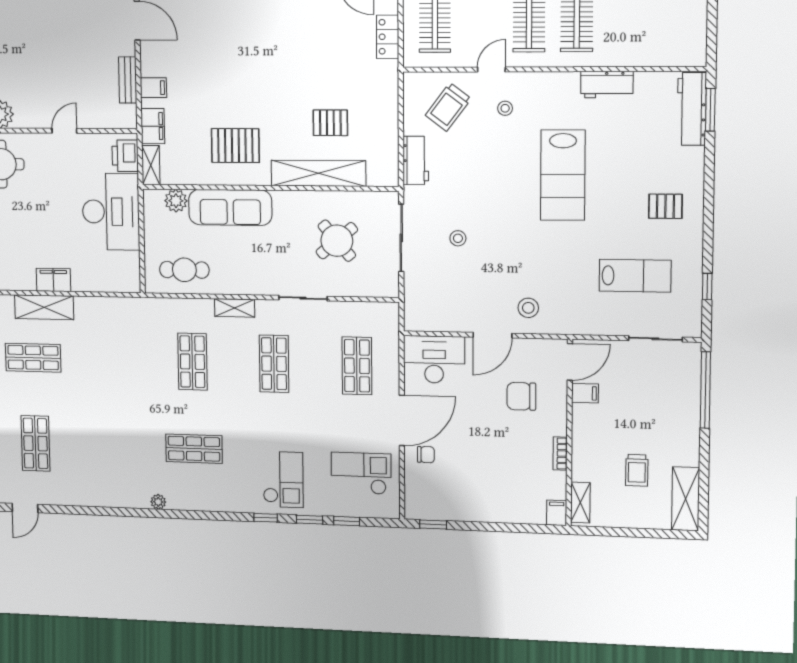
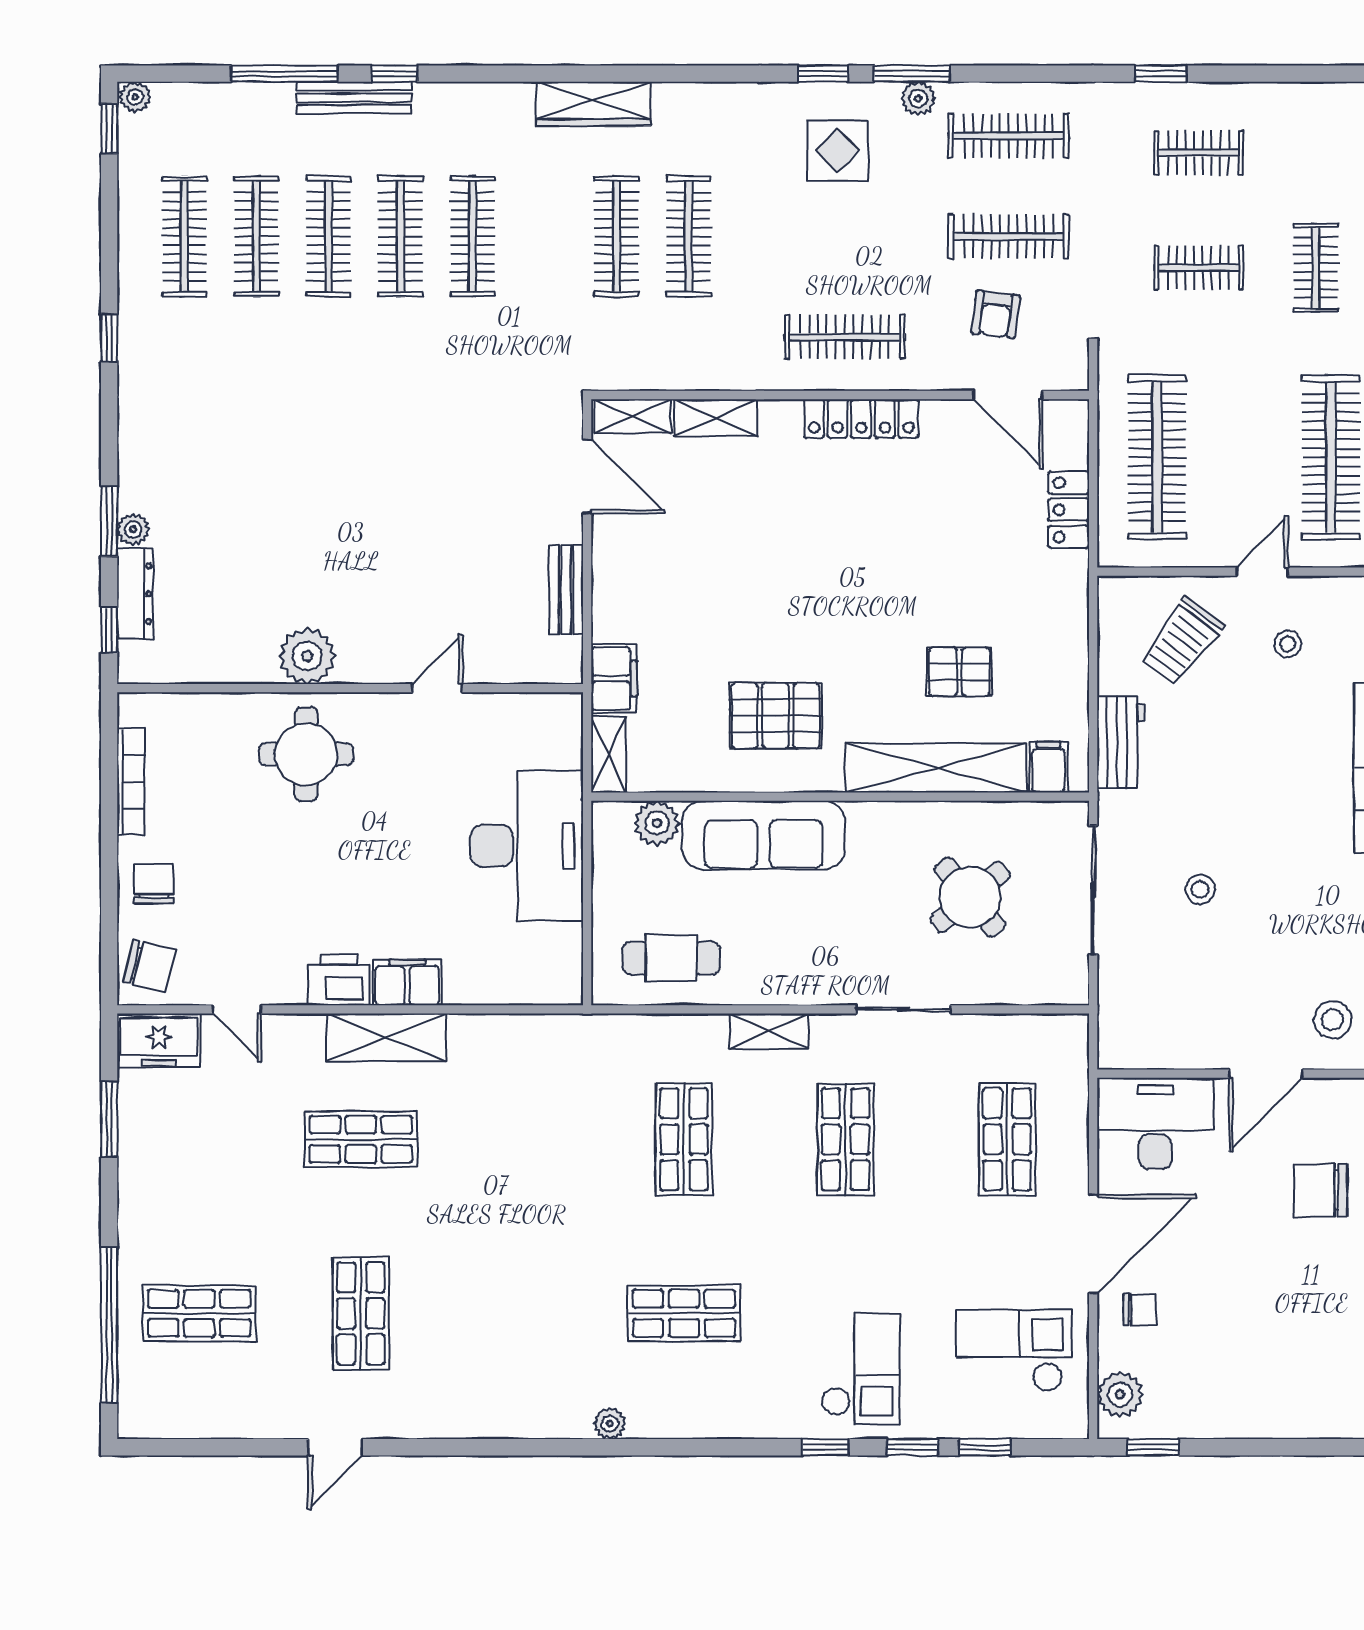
filing cabinet: (153, 88) -> (1049, 767), moved, turned -90
printer: (125, 156) -> (339, 980), moved, turned 90
plant: (416, 497) -> (1120, 1394), added

